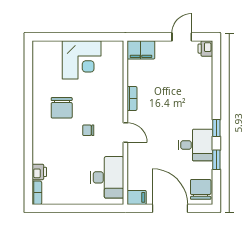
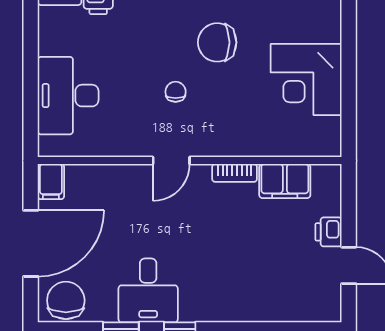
printer: (205, 49) -> (329, 232), moved, turned -90
filing cabinet: (141, 50) -> (285, 181), moved, turned -90
desk: (107, 177) -> (68, 96), moved, turned 90
chair: (201, 189) -> (66, 300), turned -90

